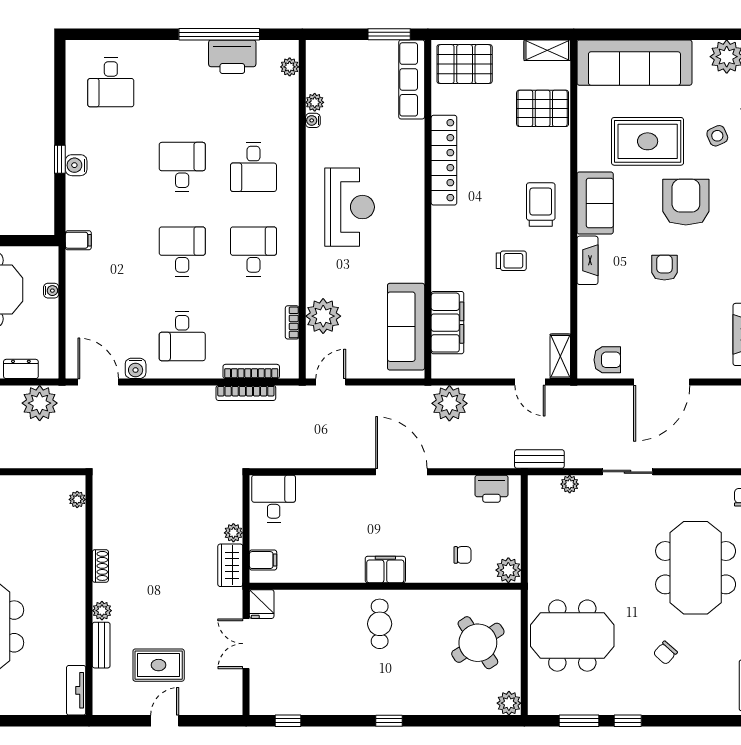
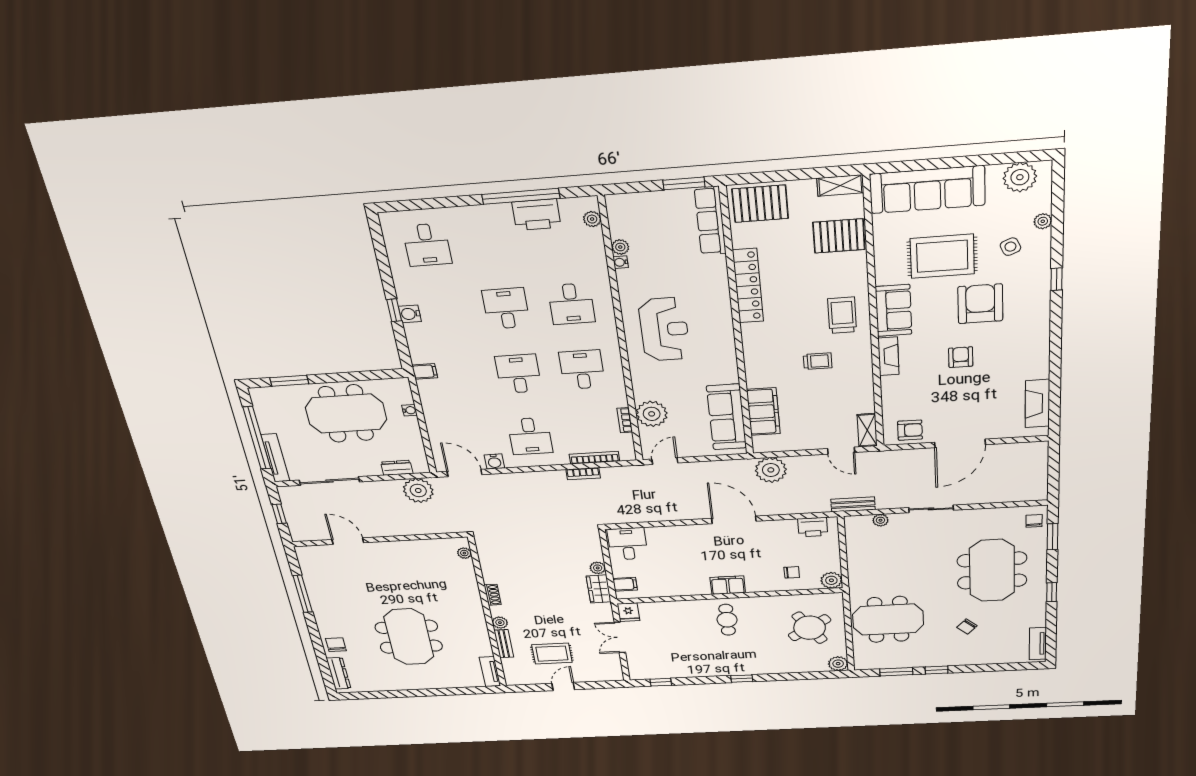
bookcase: (246, 393) -> (583, 474), width x0.64

